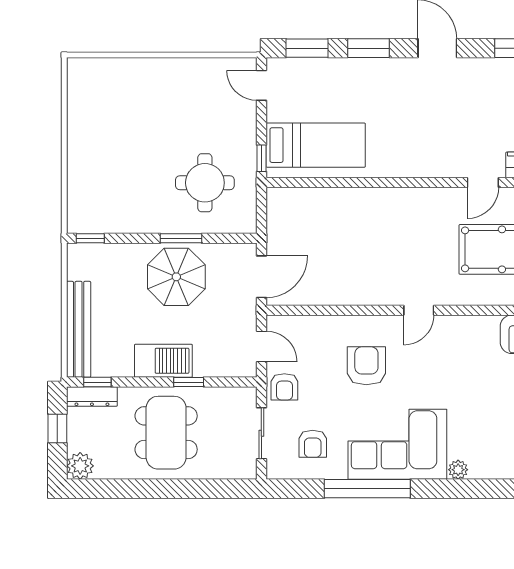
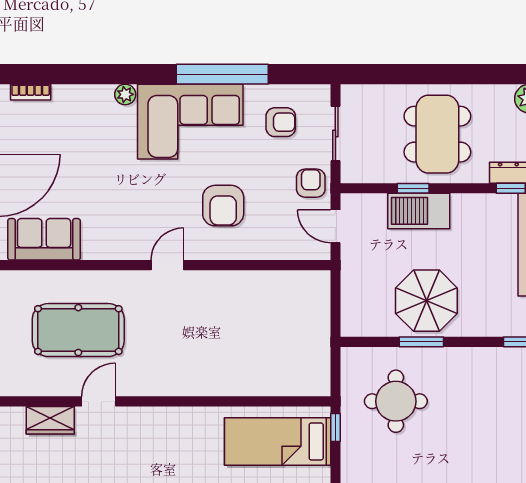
door: (261, 277) -> (335, 301), removed
barbecue: (163, 361) -> (419, 211), moved
armchair: (313, 444) -> (281, 122), turned 90

